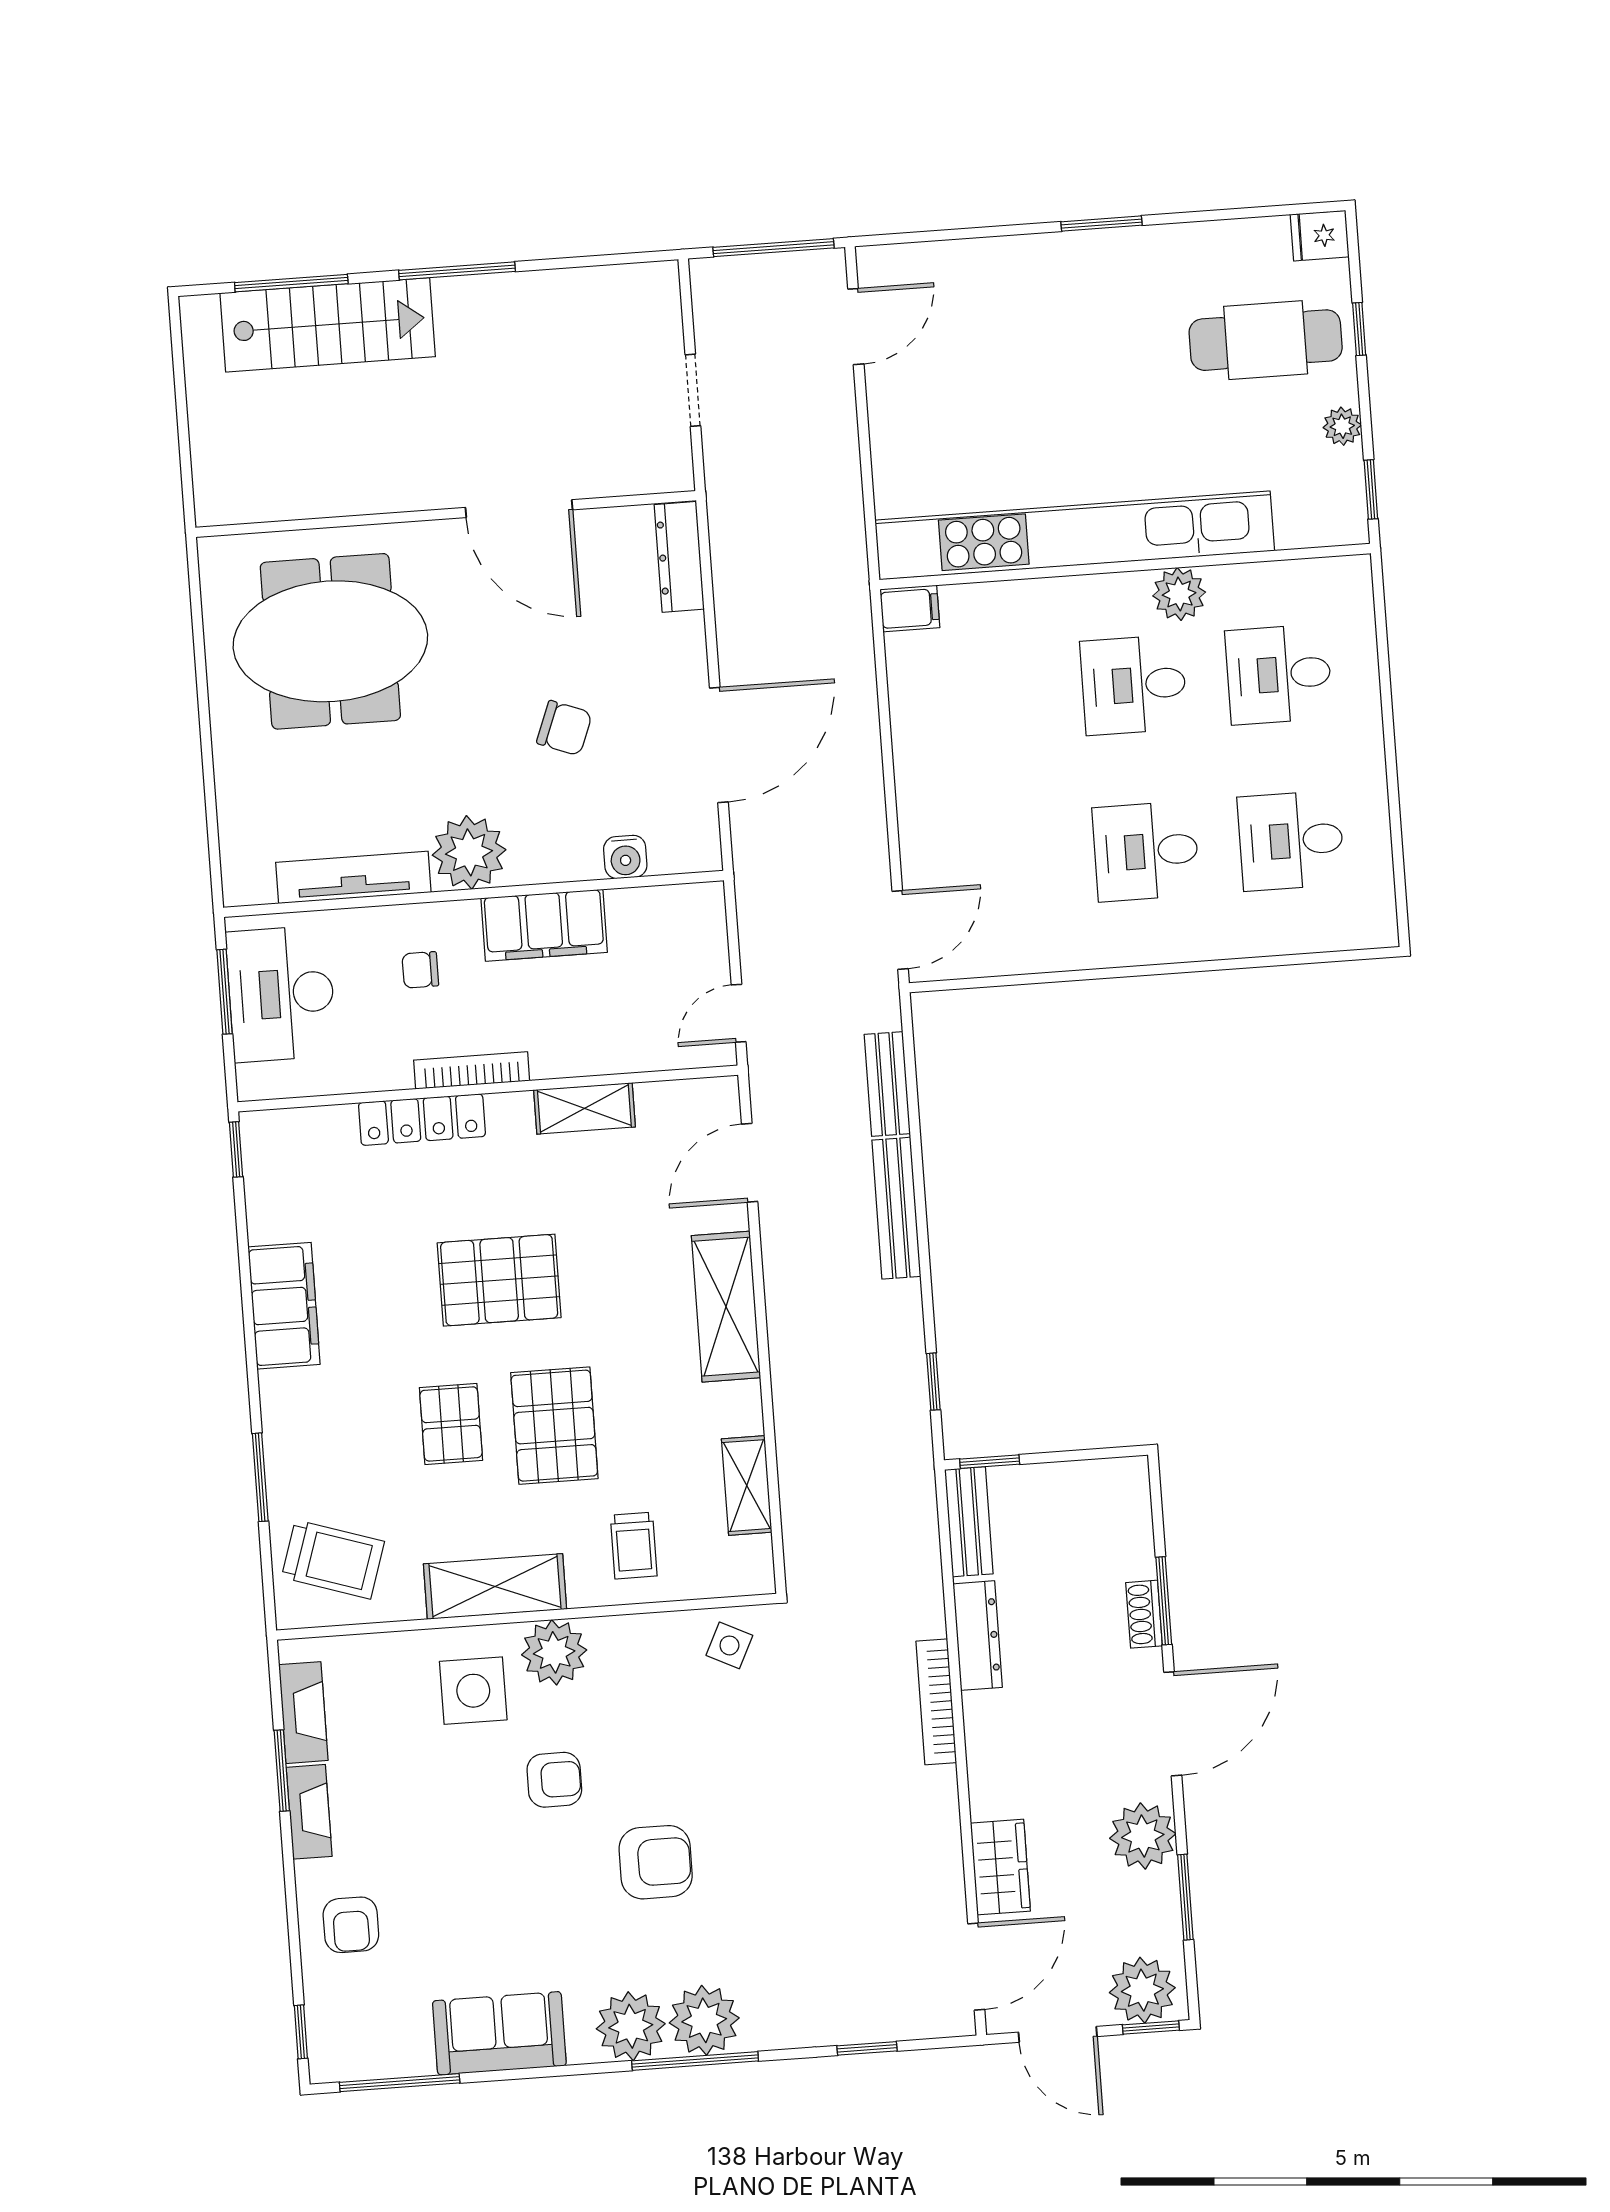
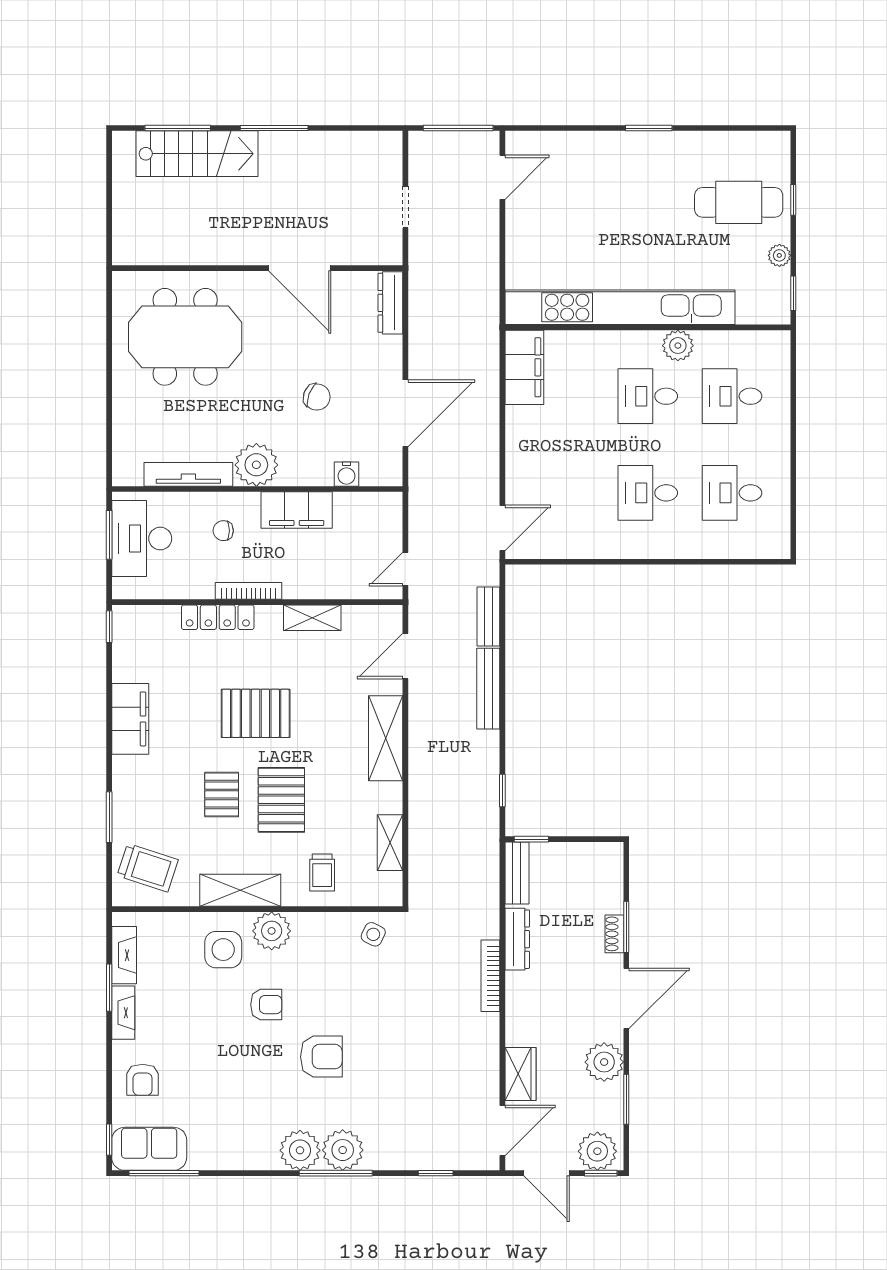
fridge: (1320, 236) -> (774, 144), removed
filing cabinet: (910, 608) -> (524, 367), width x3.00, depth x1.17
sofa: (499, 2033) -> (149, 1149), moved

